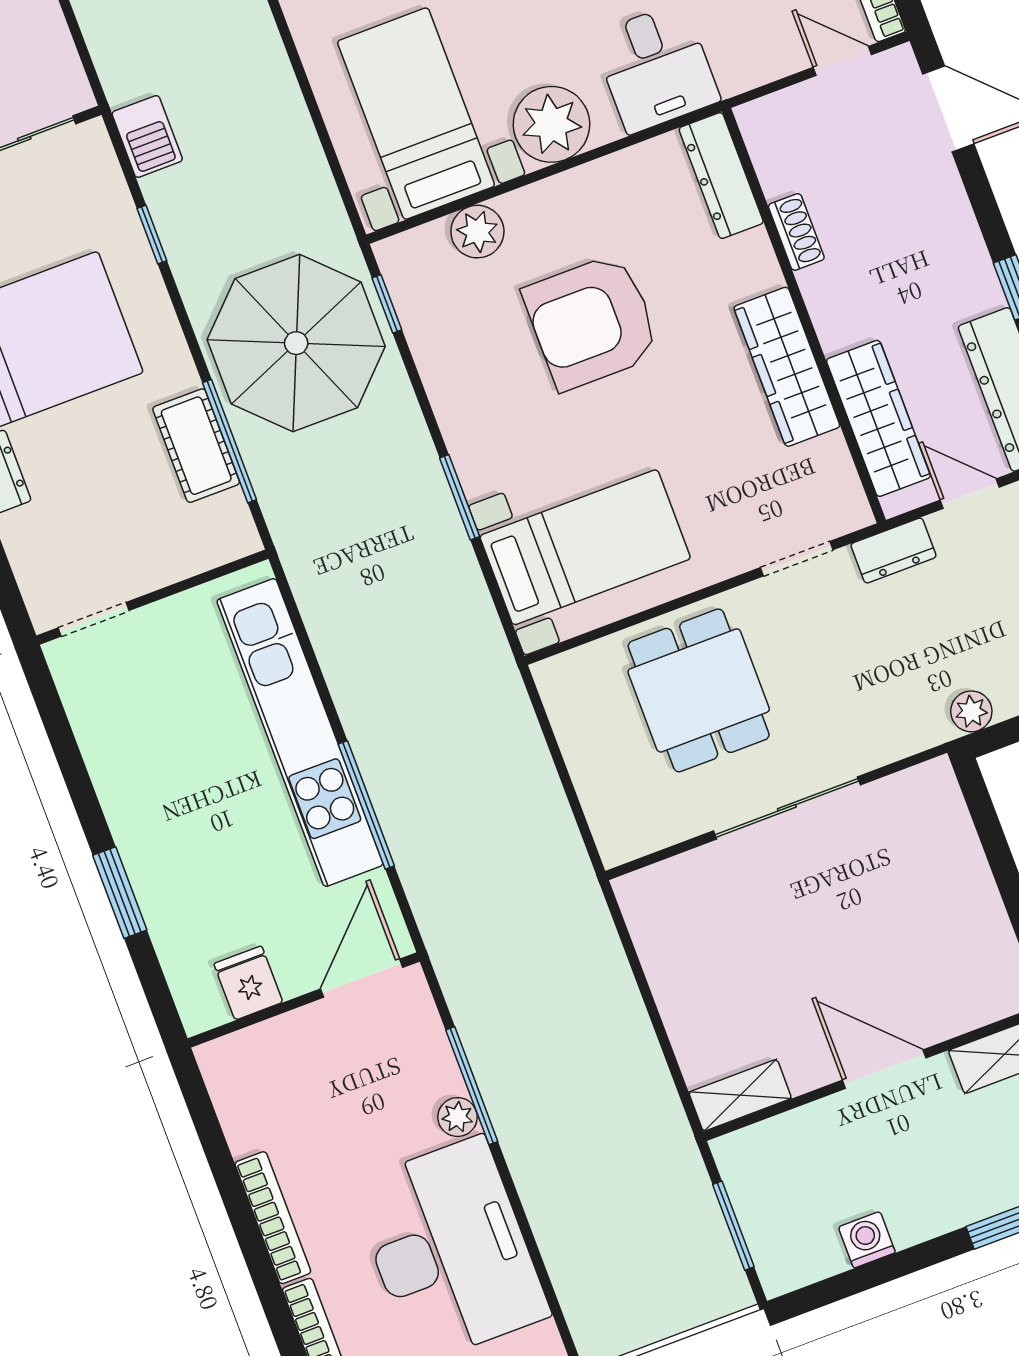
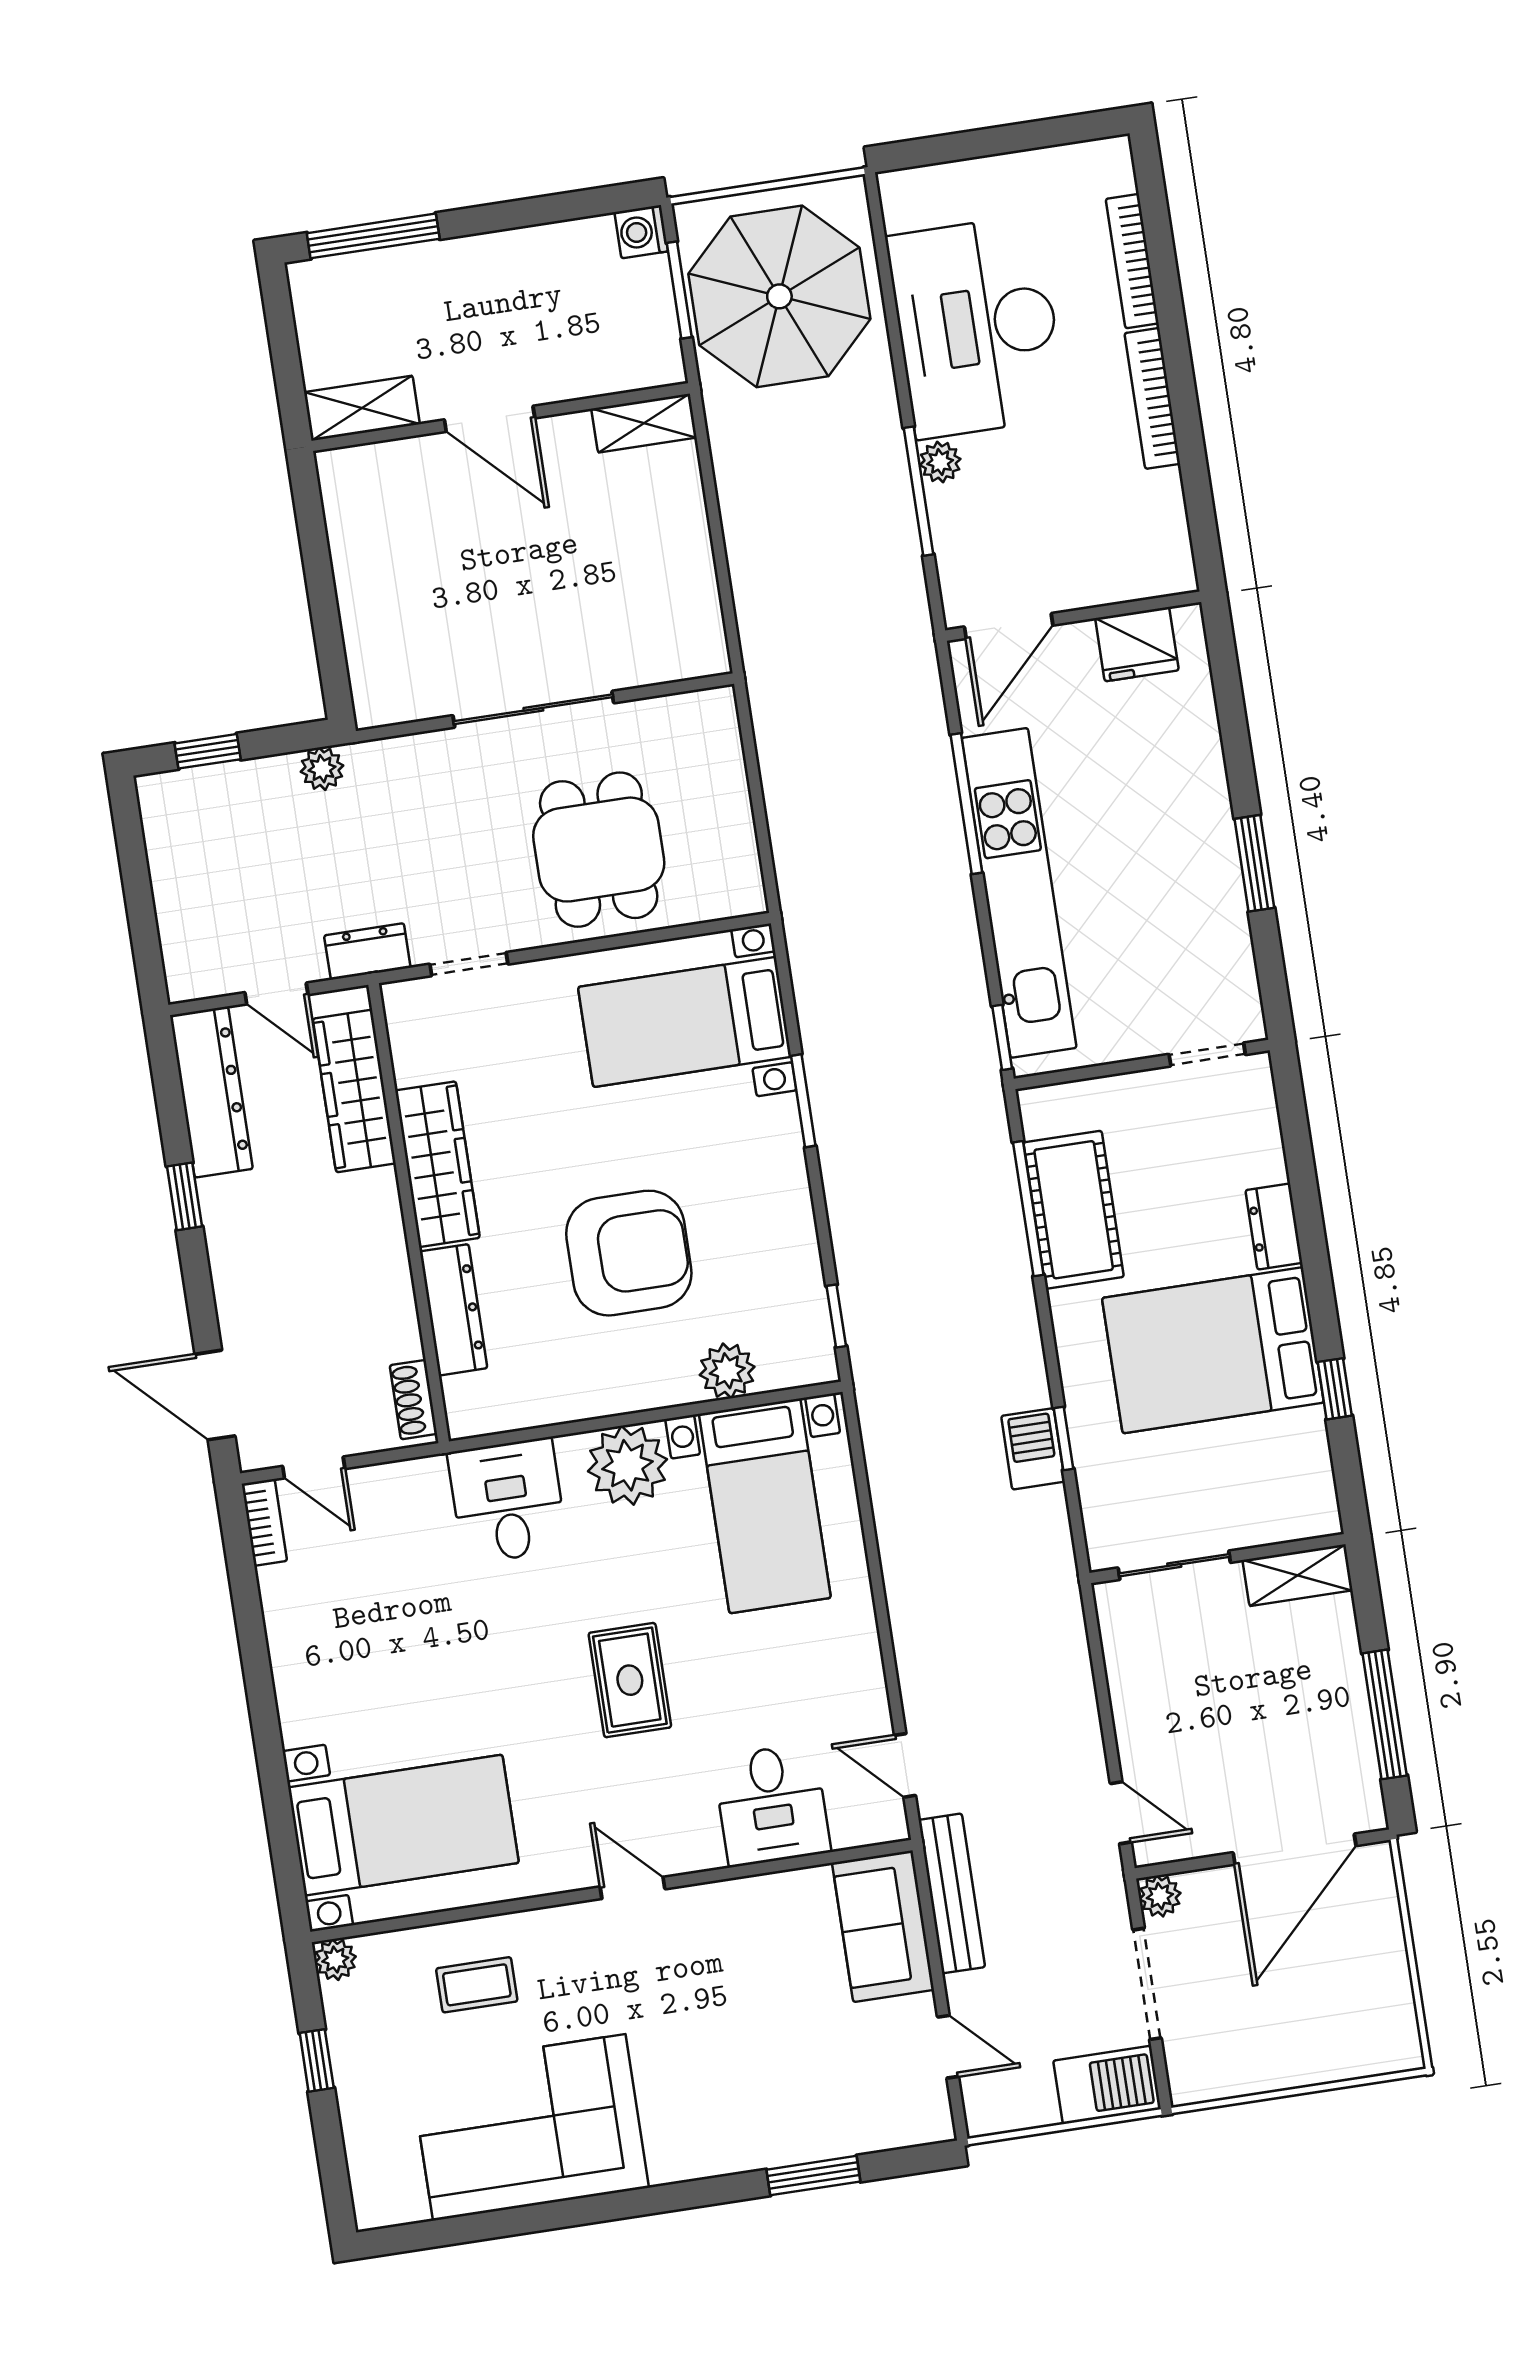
barbecue: (147, 136) -> (1033, 1449), moved
dresser: (721, 176) -> (454, 1310), moved
shoe rack: (796, 232) -> (413, 1400), moved
parasol: (296, 343) -> (779, 296), moved
cot: (196, 446) -> (1074, 1210), width x1.37, depth x1.34
window: (287, 595) -> (1002, 1037), added
window: (120, 893) -> (1254, 863), moved
fridge: (248, 983) -> (1137, 644), width x1.38
washing machine: (867, 1240) -> (641, 232), moved, turned 90

